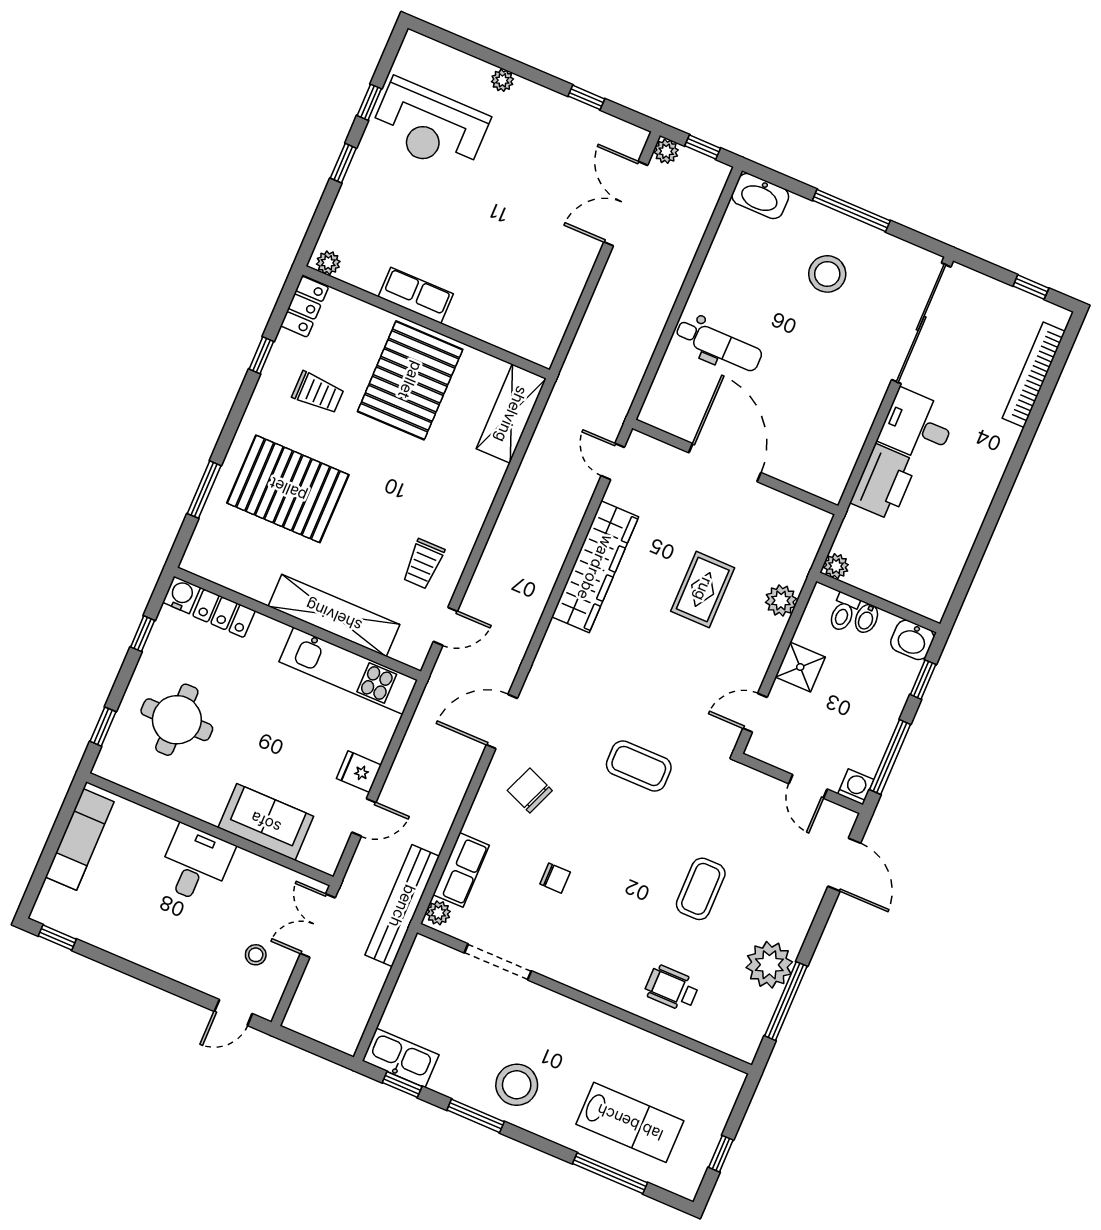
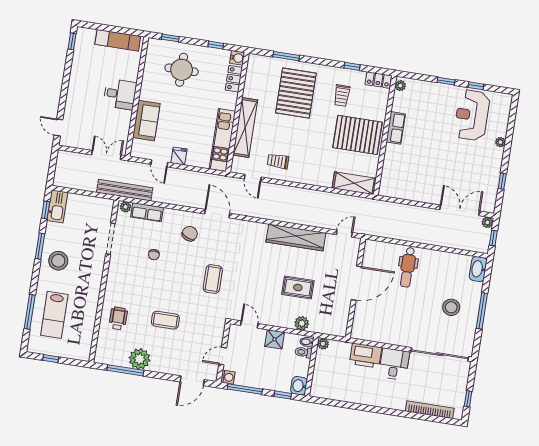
bidet: (866, 618) -> (307, 342), moved
stool: (256, 955) -> (87, 131), removed

